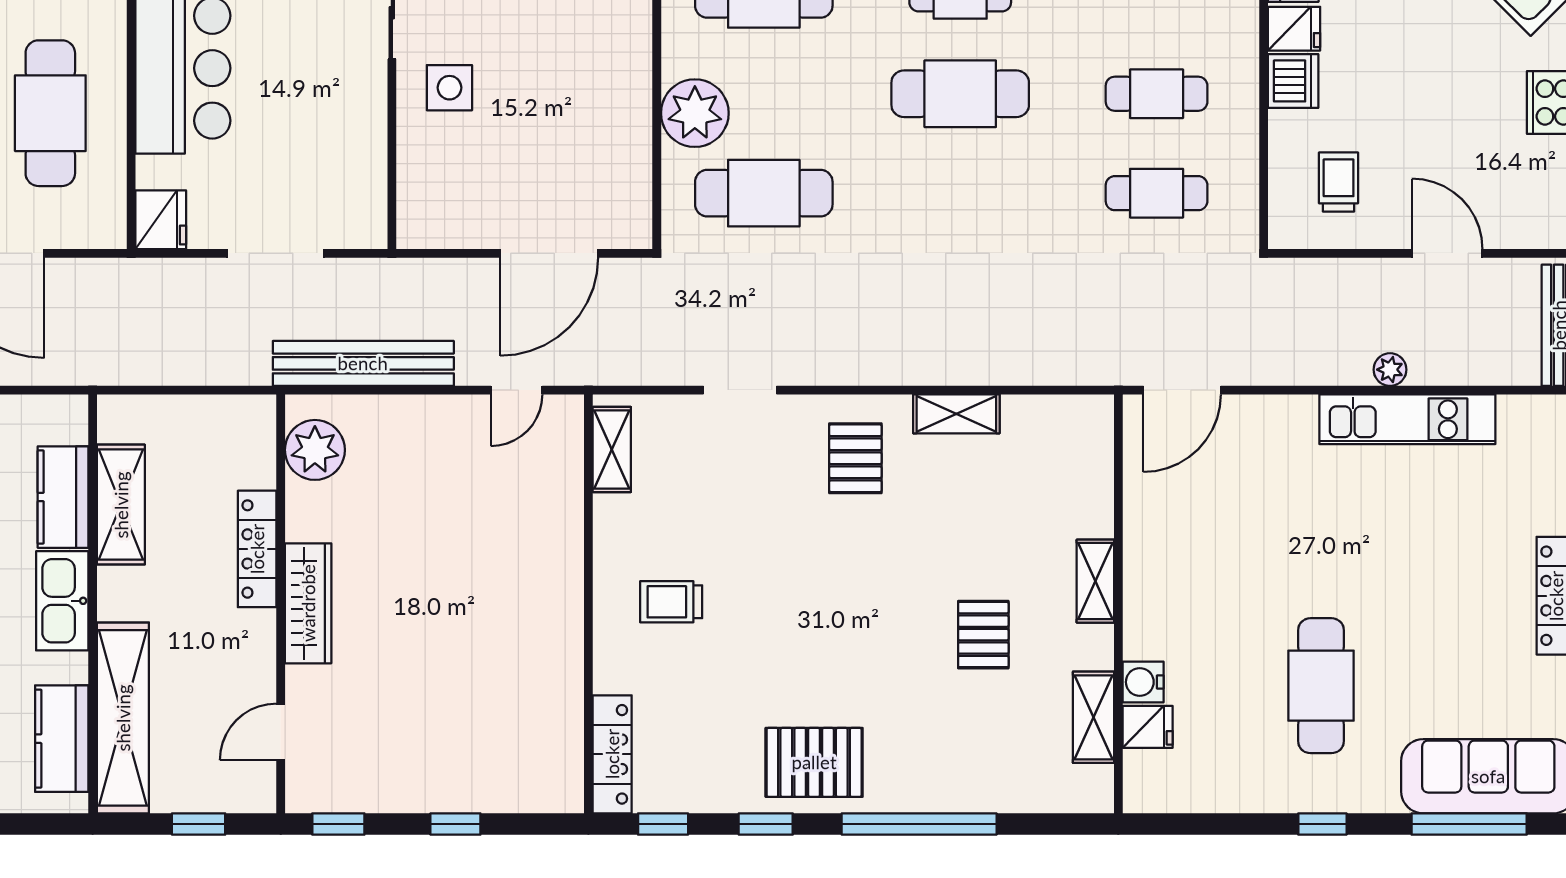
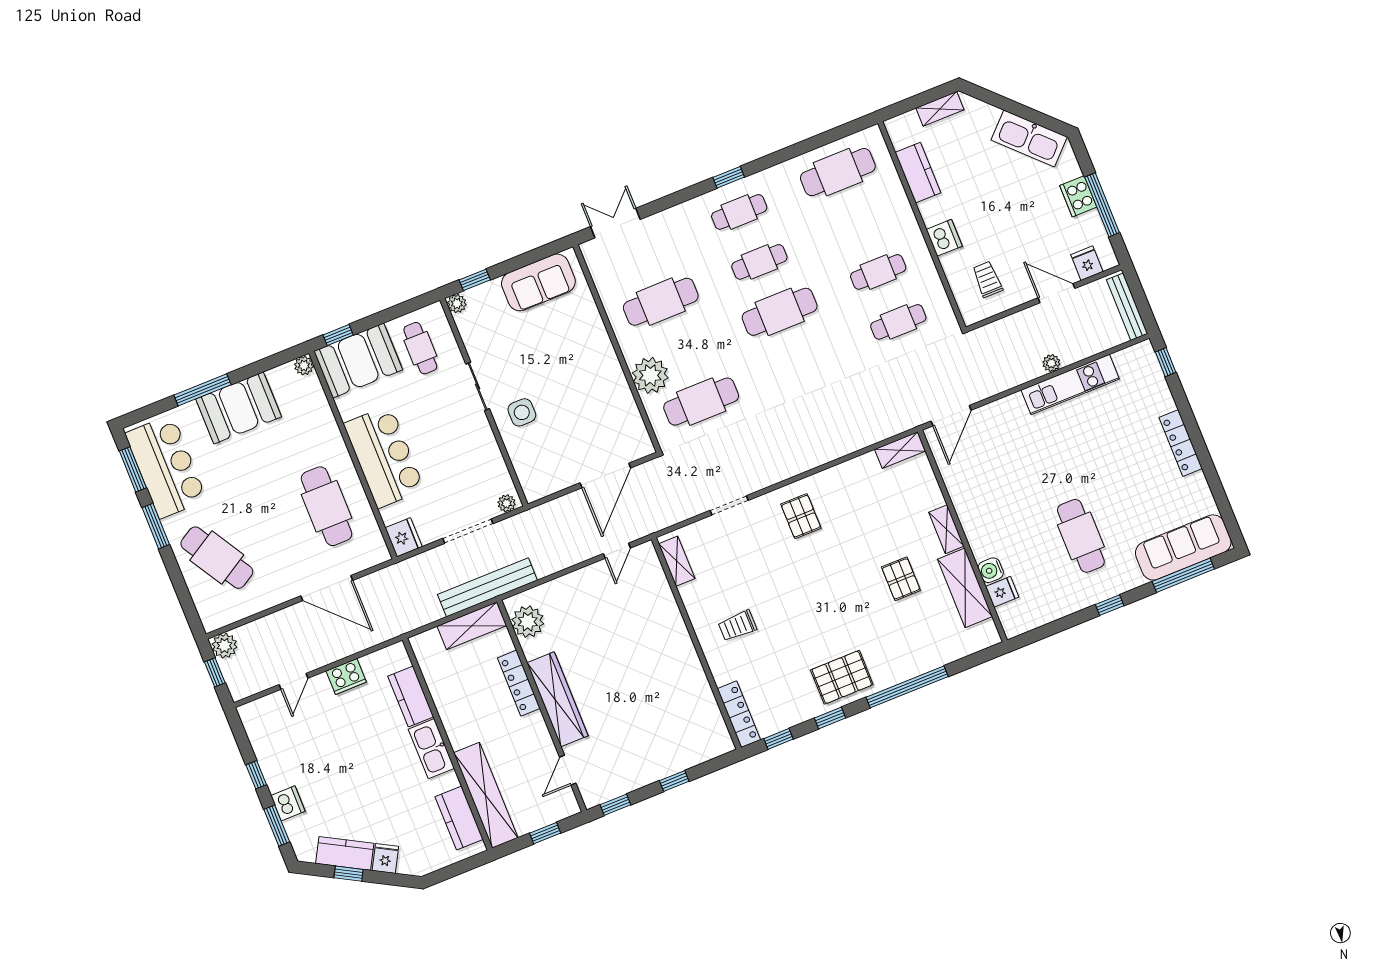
fridge: (1294, 29) -> (1087, 263), moved, turned -90
plant: (360, 233) -> (507, 503), added
bench: (363, 363) -> (487, 587), moved
shelving: (956, 414) -> (900, 450), moved
shelving: (121, 505) -> (472, 626), moved, turned 90
wardrobe: (308, 603) -> (557, 699), width x1.40, depth x1.17
shelving: (1093, 717) -> (965, 588), width x1.50, depth x1.33

